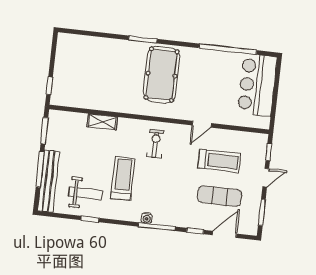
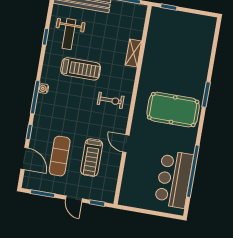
bar counter: (257, 85) -> (174, 179), moved, turned -90

